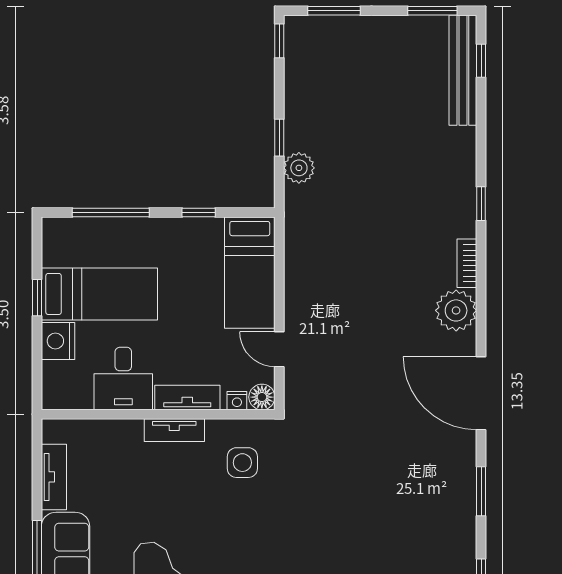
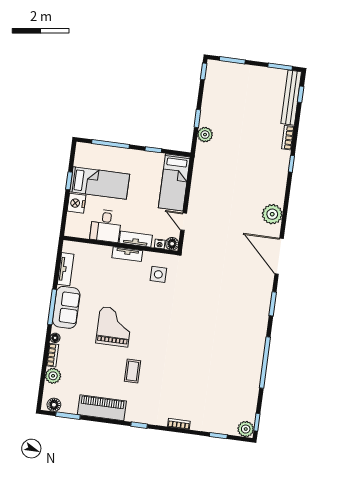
bookcase: (467, 263) -> (288, 138), moved

